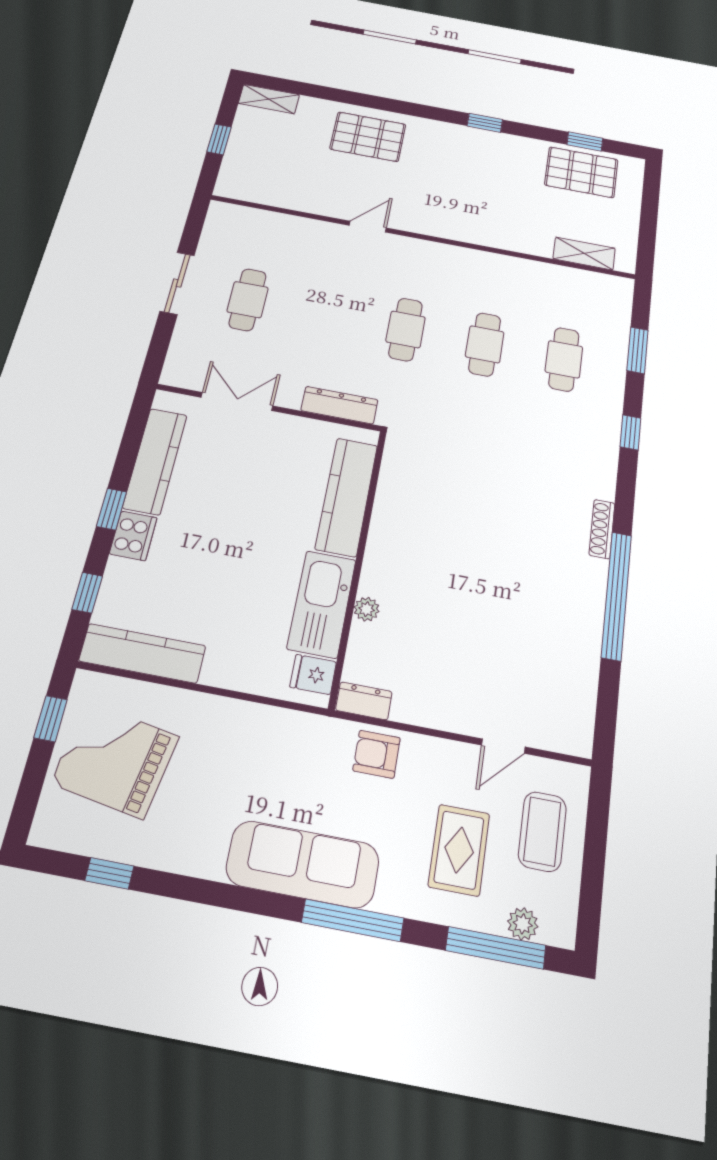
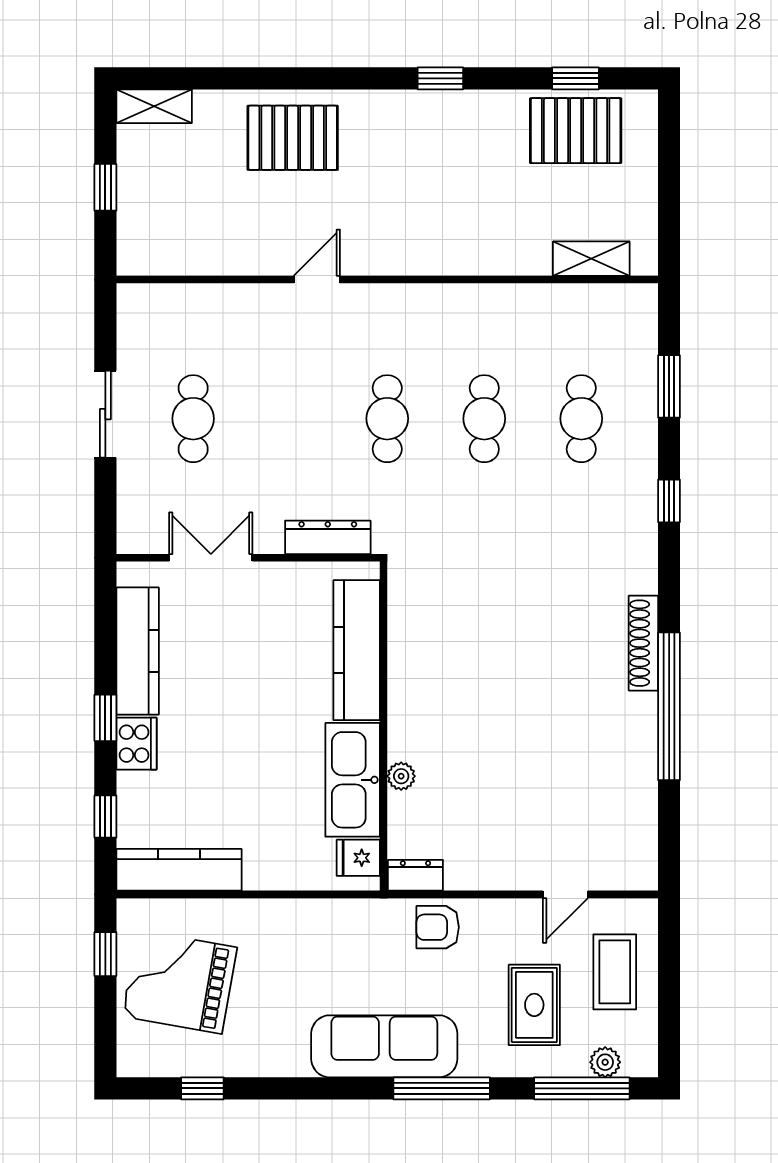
shoe rack: (602, 529) -> (643, 643), width x1.36, depth x1.24

